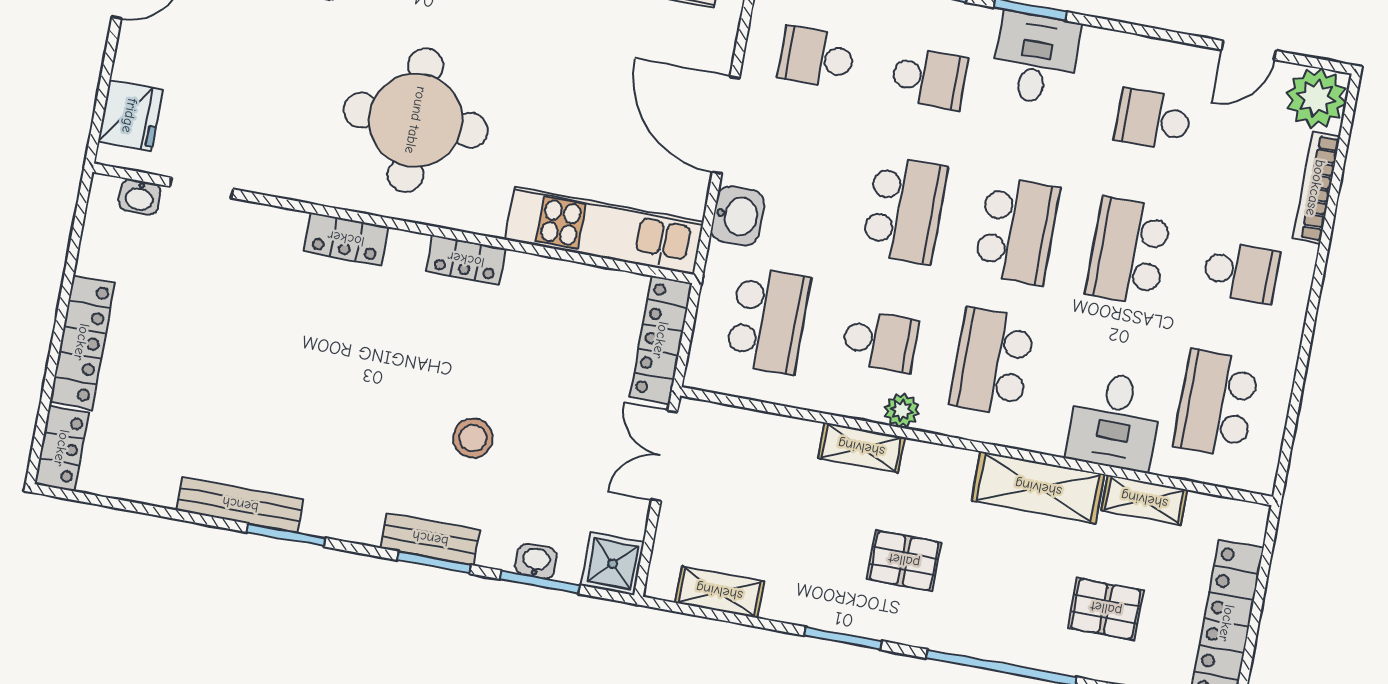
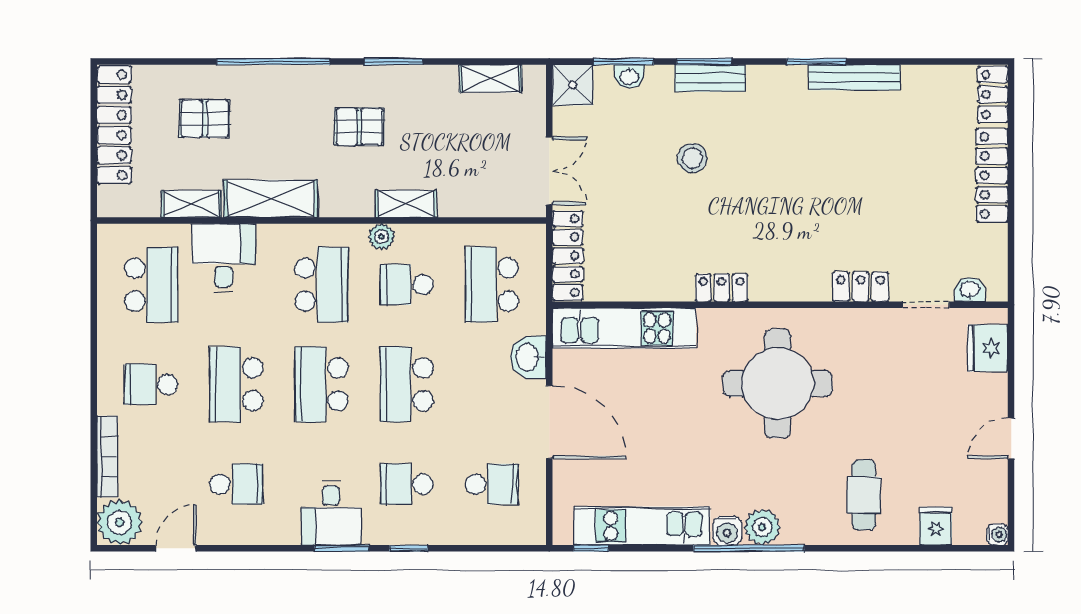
locker: (346, 239) -> (861, 287), moved
school desk: (1129, 251) -> (236, 384), turned 180

